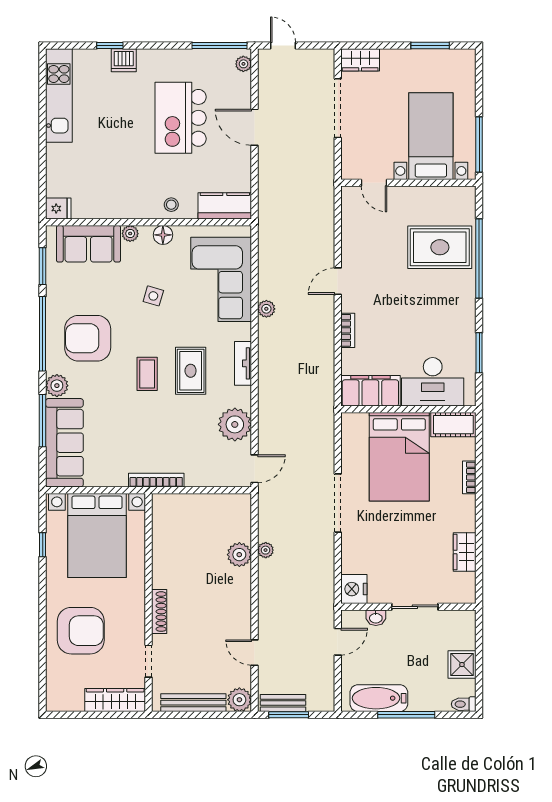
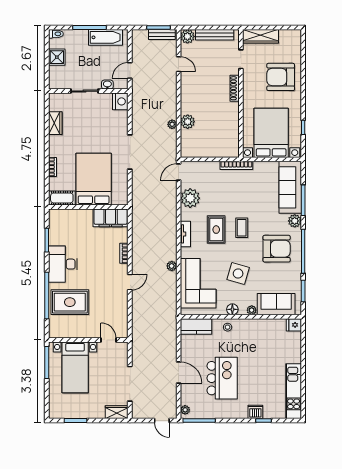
side table: (153, 296) -> (238, 274), width x1.87, depth x1.87
desk: (433, 382) -> (63, 264), moved, turned -90

